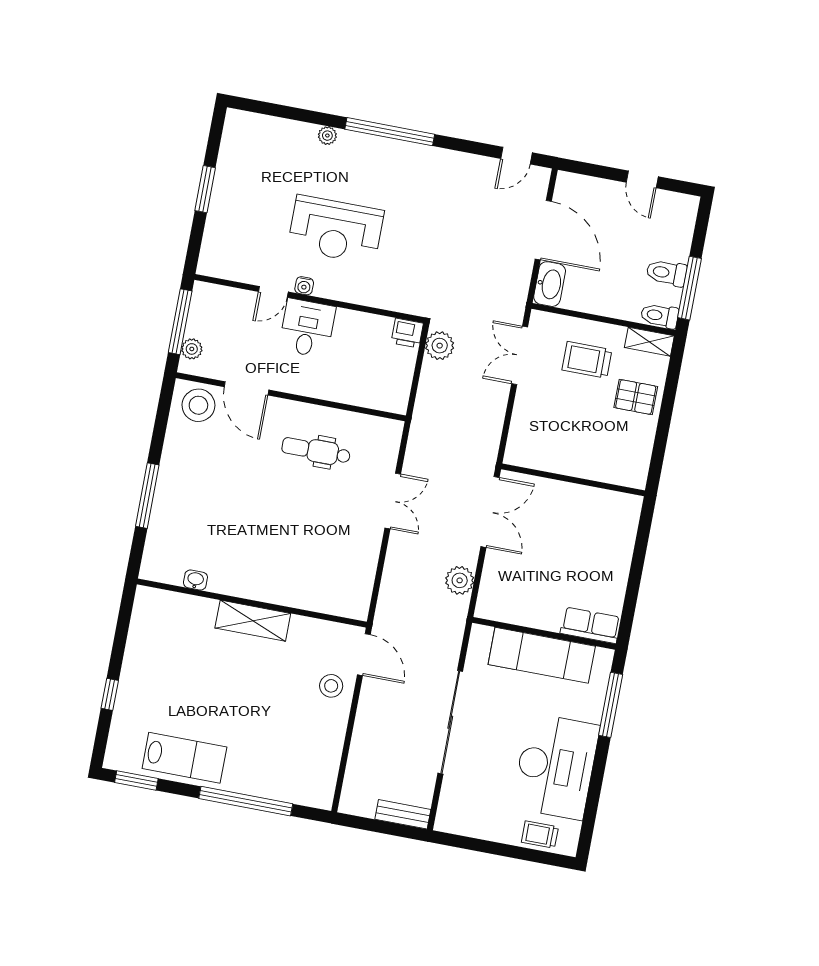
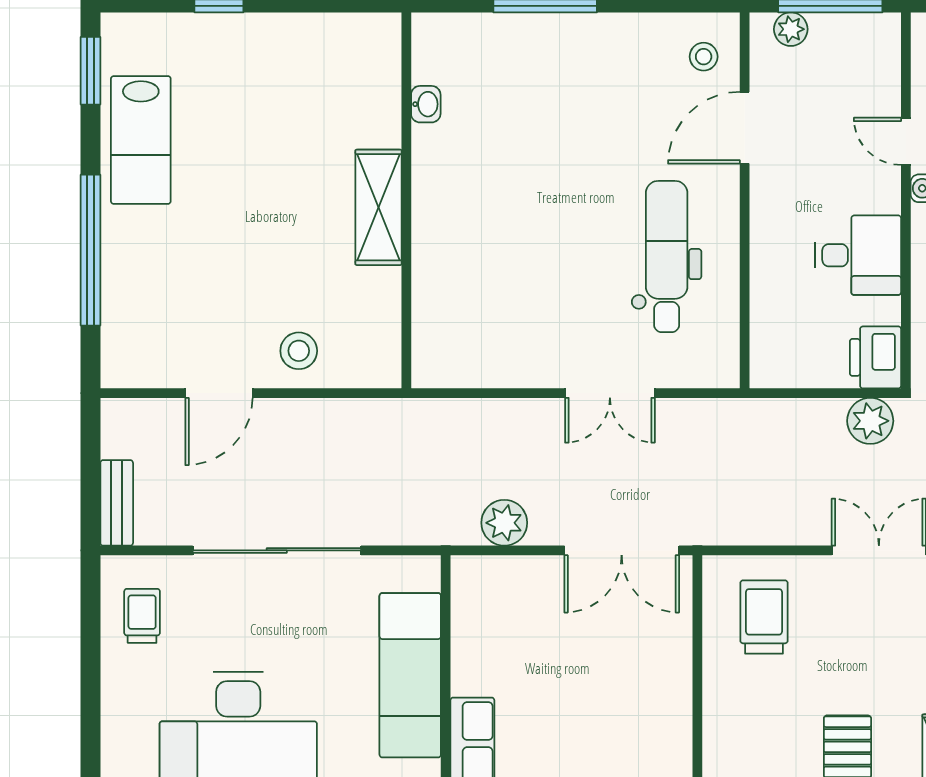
desk: (307, 328) -> (858, 255), moved
printer: (407, 333) -> (875, 357), width x1.36, depth x1.24
trolley: (587, 360) -> (764, 617), moved
stool: (198, 405) -> (704, 57), width x0.53, depth x0.53
dental chair: (316, 451) -> (667, 256), width x1.36, depth x1.38
door: (364, 655) -> (219, 393), moved
trolley: (540, 835) -> (142, 616), moved

